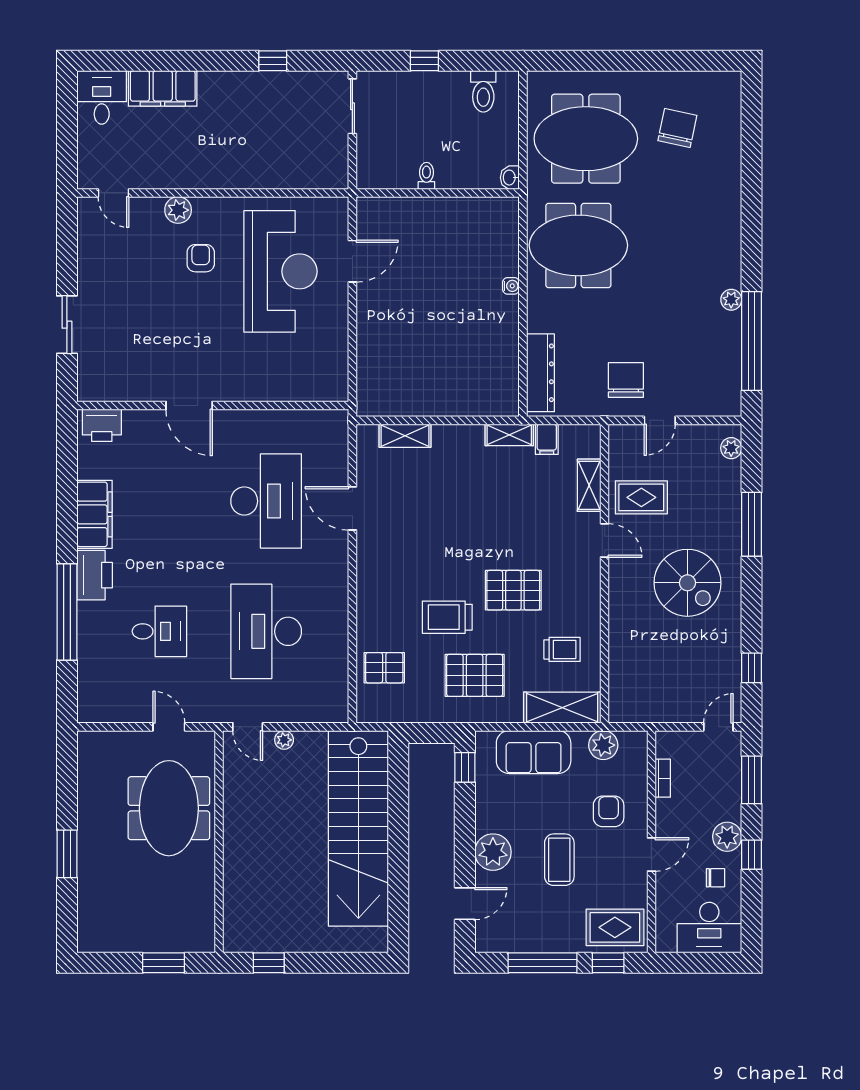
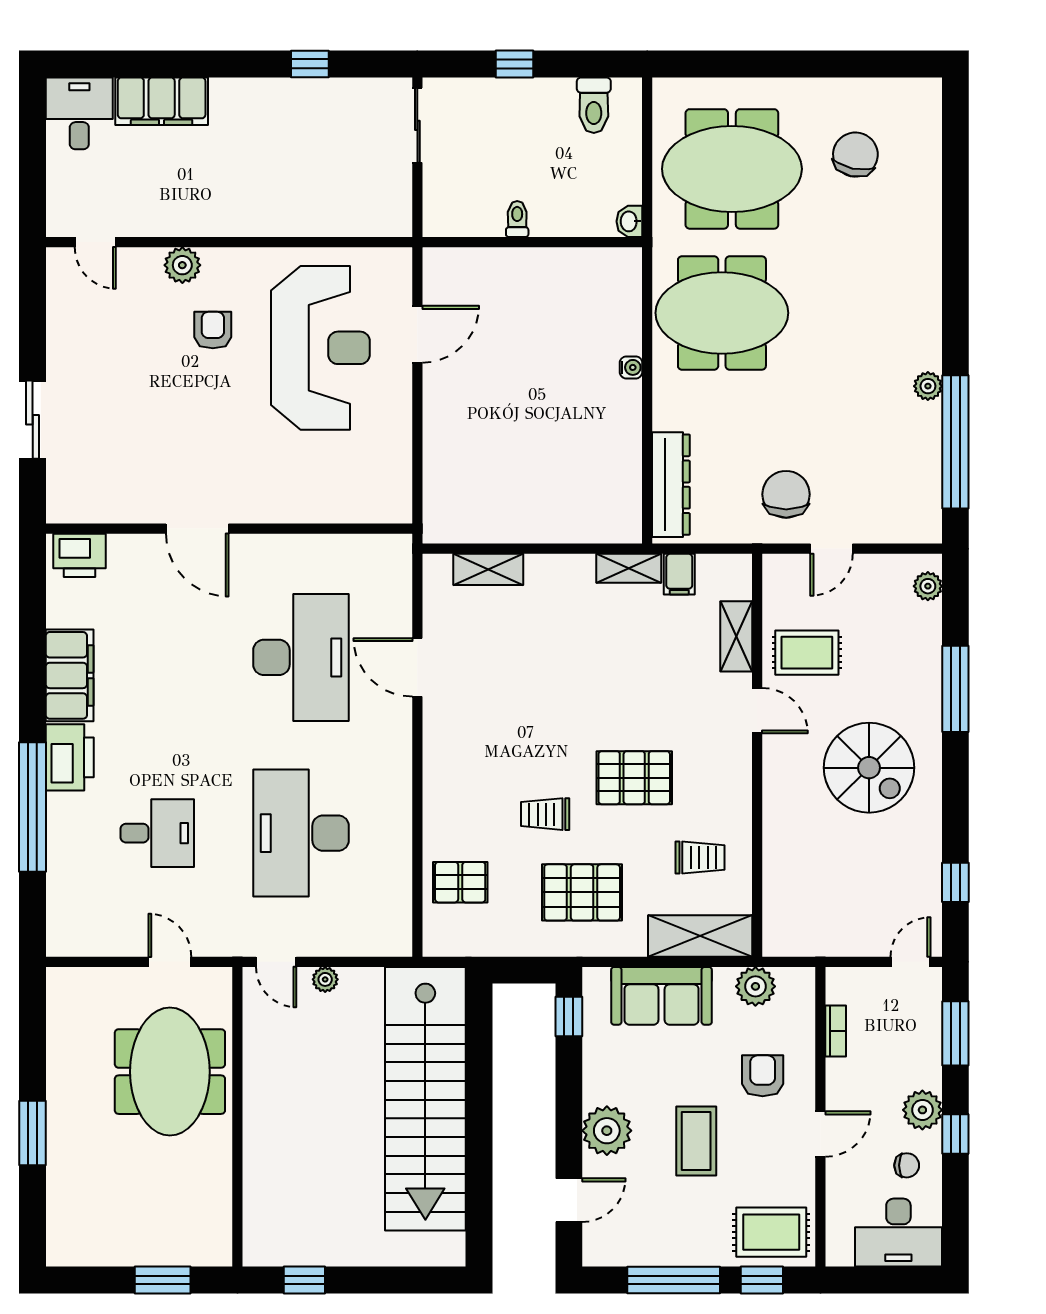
trolley: (447, 617) -> (545, 814), width x0.73, depth x0.72

